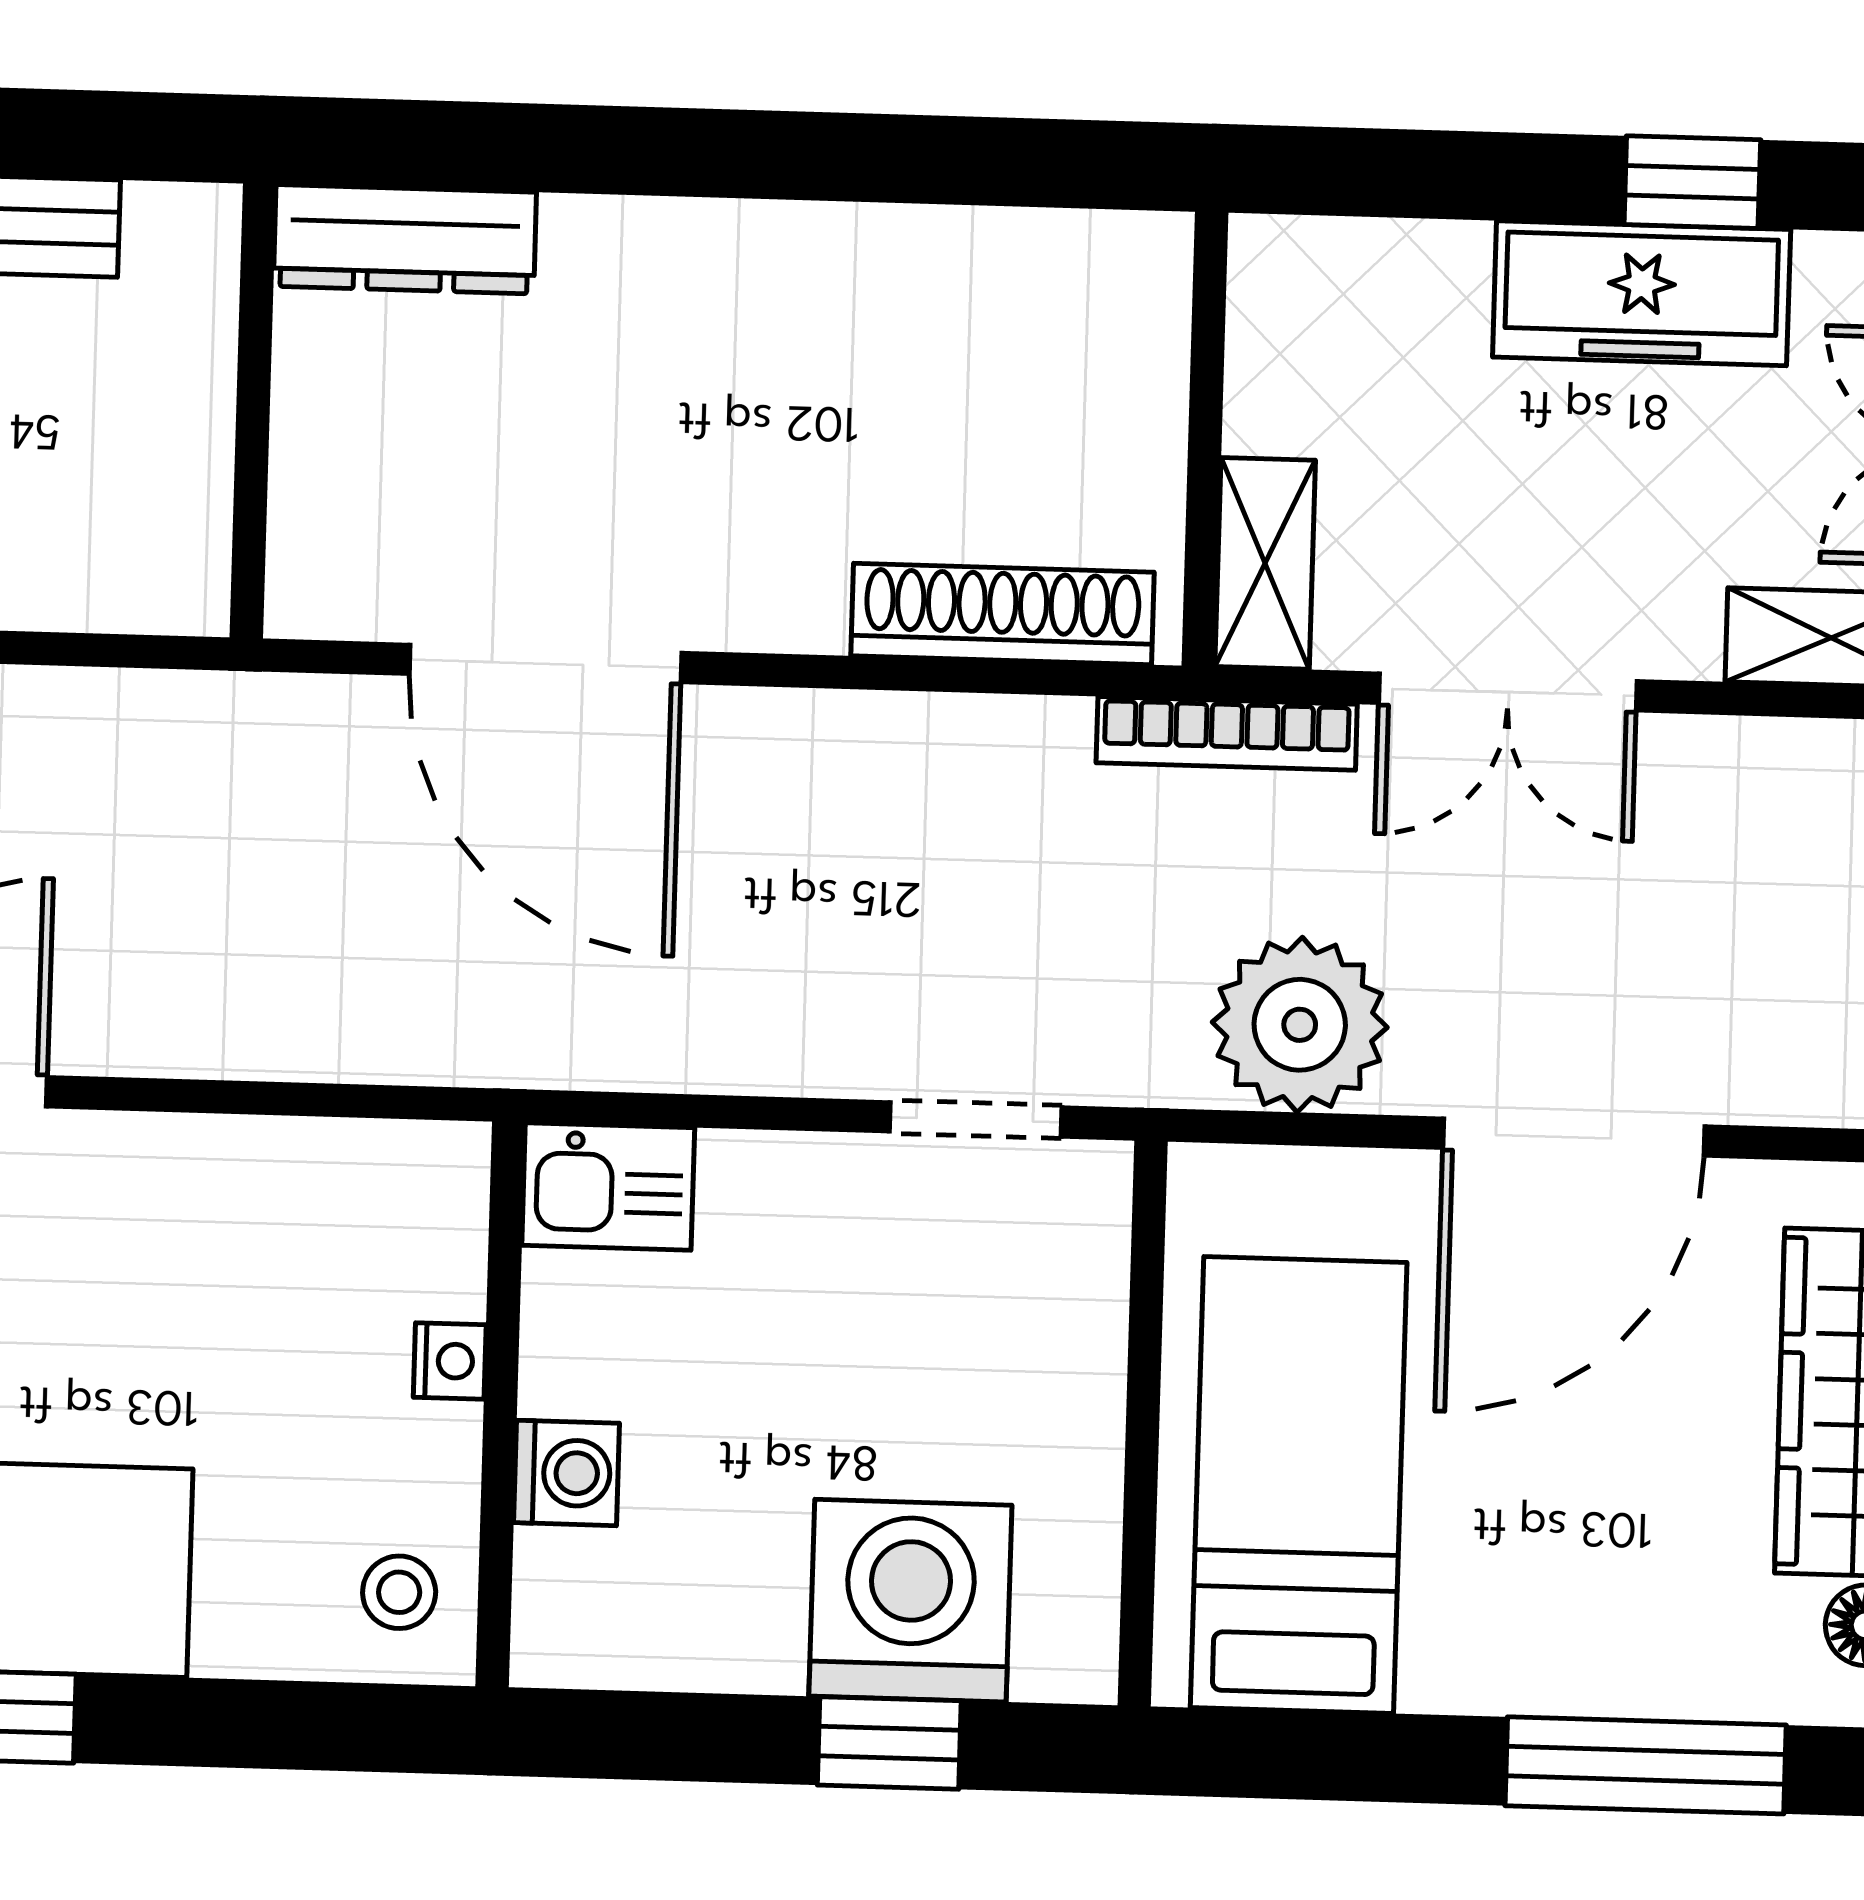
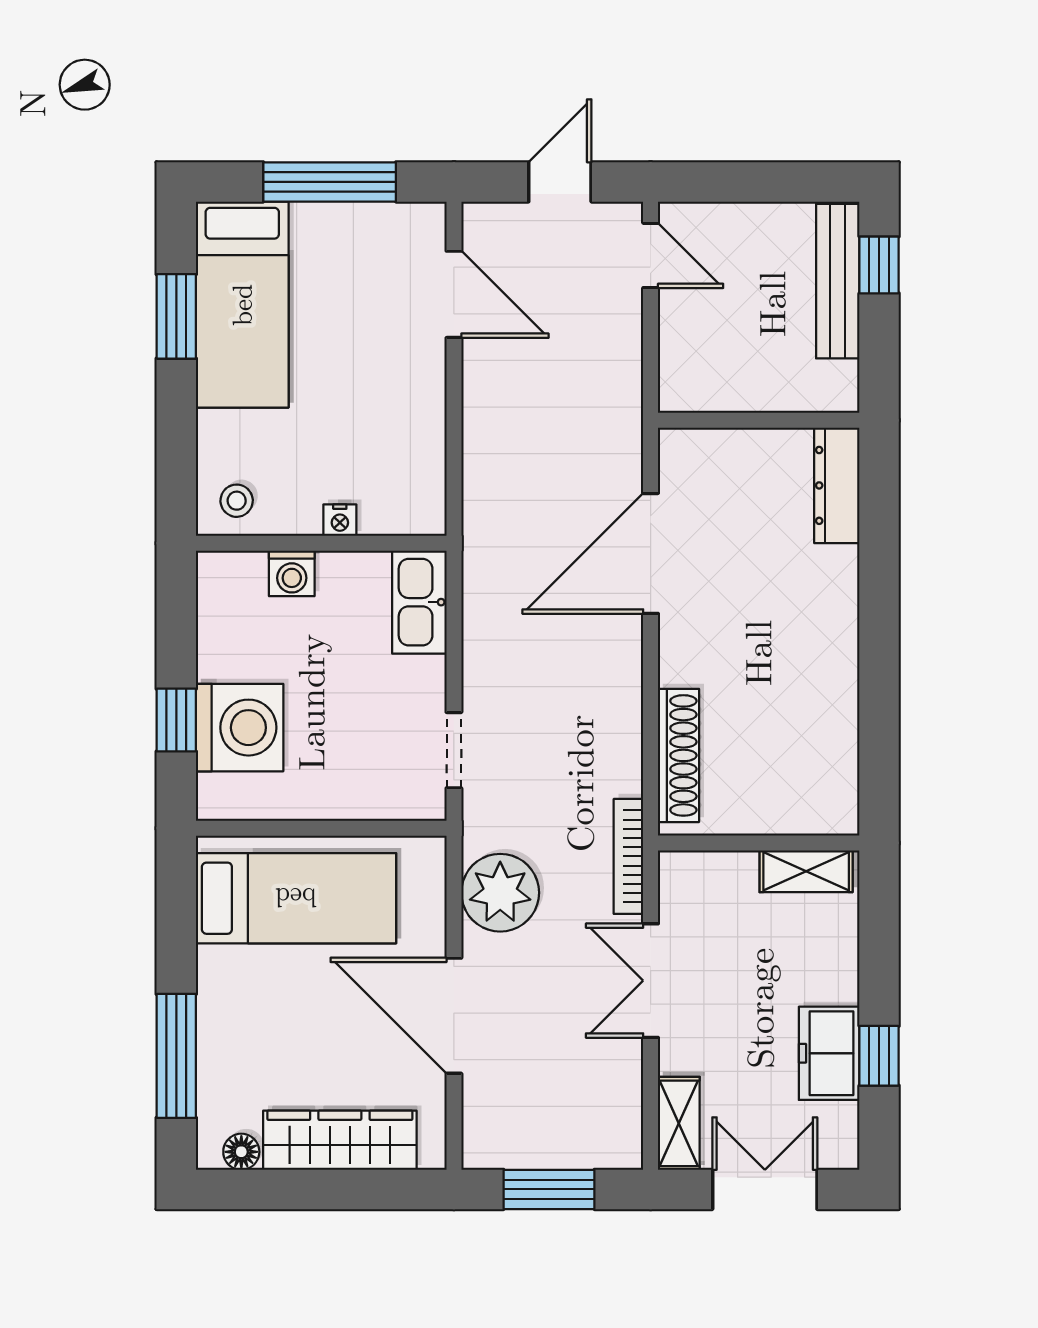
freezer: (1642, 293) -> (829, 1053), width x0.71
shelving: (1265, 563) -> (806, 871), moved
kitchen sink: (608, 1186) -> (419, 602), width x1.38

